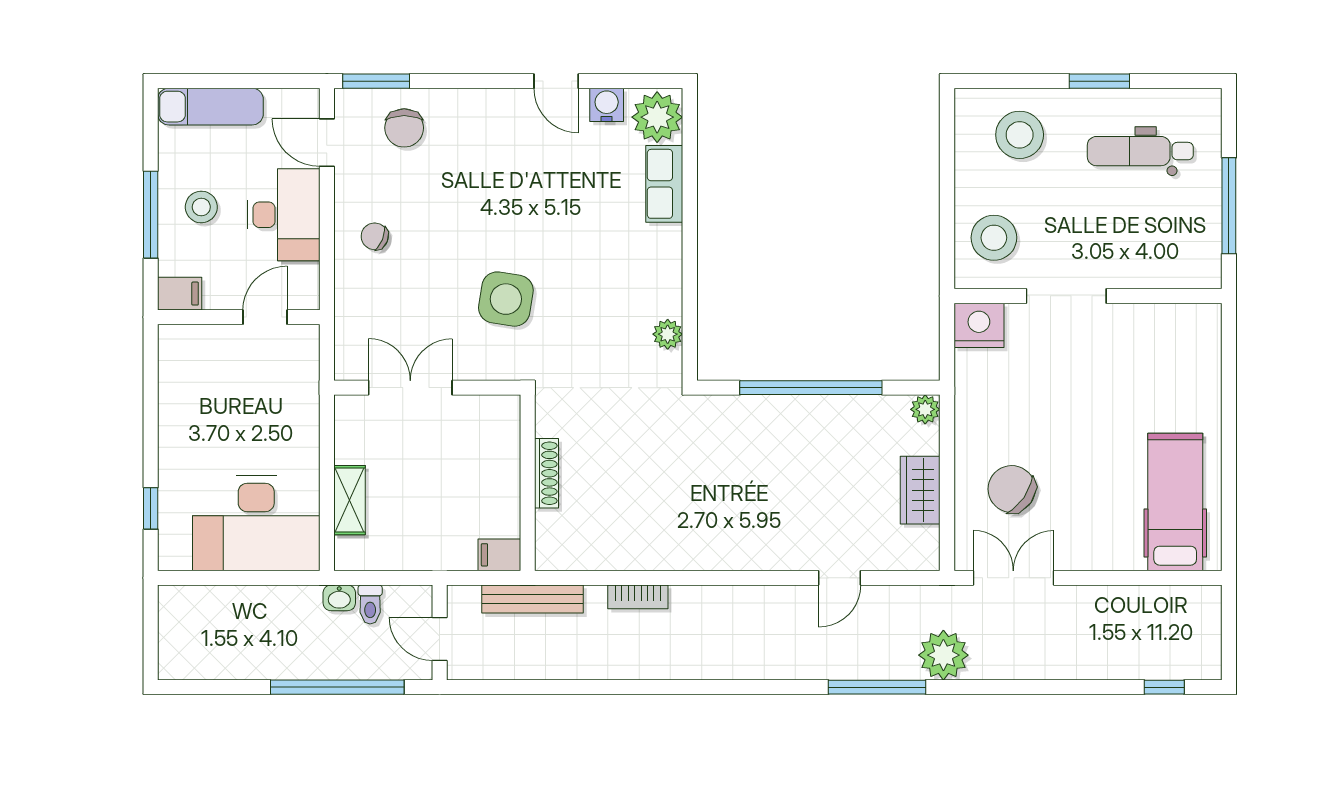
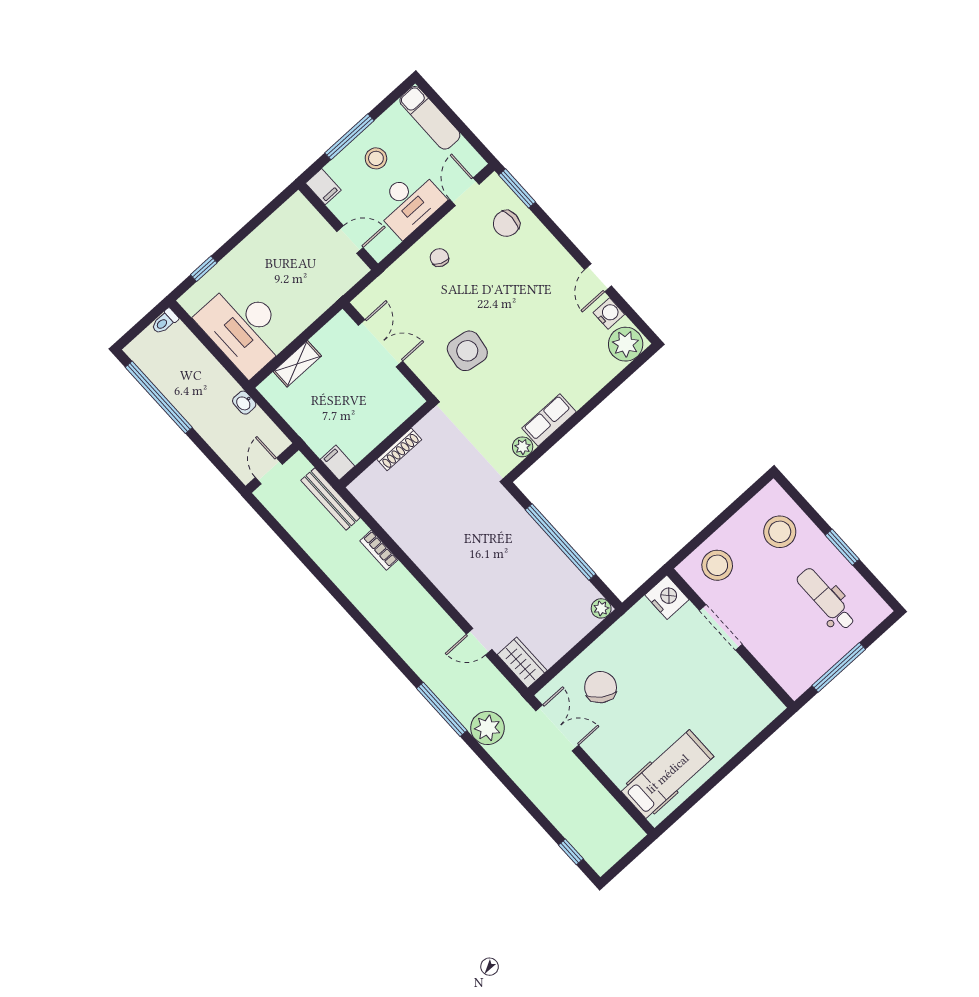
row of seats: (664, 184) -> (549, 420), moved
wardrobe: (920, 490) -> (522, 663), moved, turned 90
toilet: (370, 604) -> (165, 321), moved
window: (337, 687) -> (159, 397), moved

